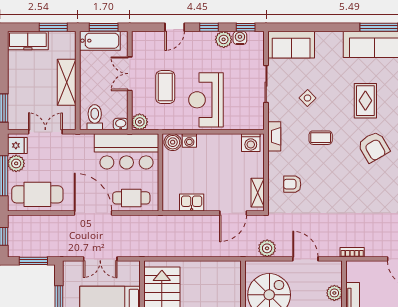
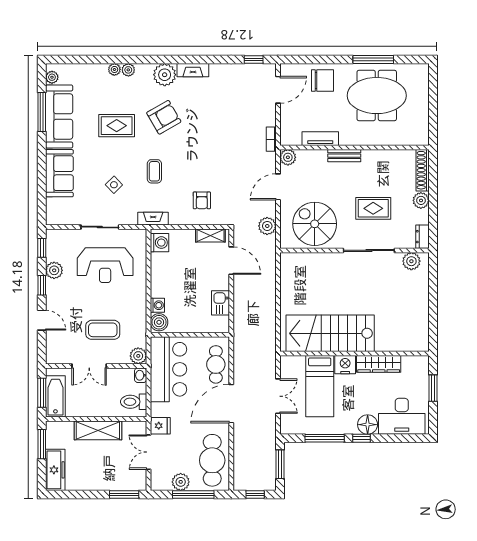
water cooler: (240, 38) -> (53, 254), removed
sofa: (291, 45) -> (59, 173), moved
reception desk: (206, 100) -> (105, 265), moved
fridge: (17, 145) -> (160, 426), moved, turned 90
plant: (334, 293) -> (288, 157), moved

